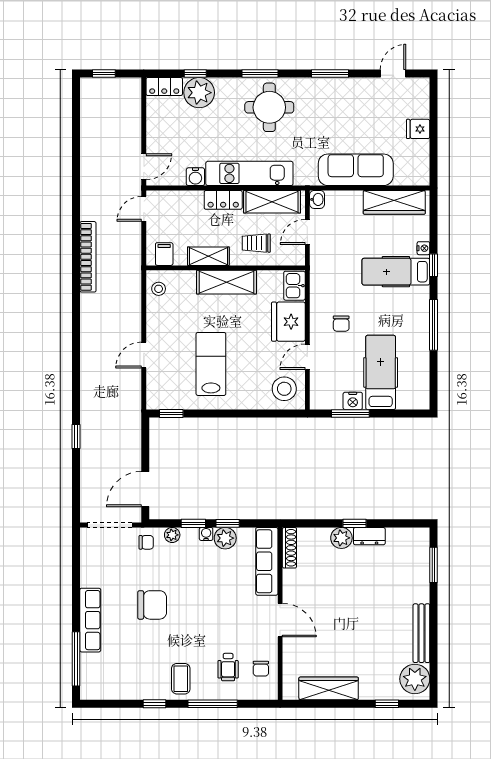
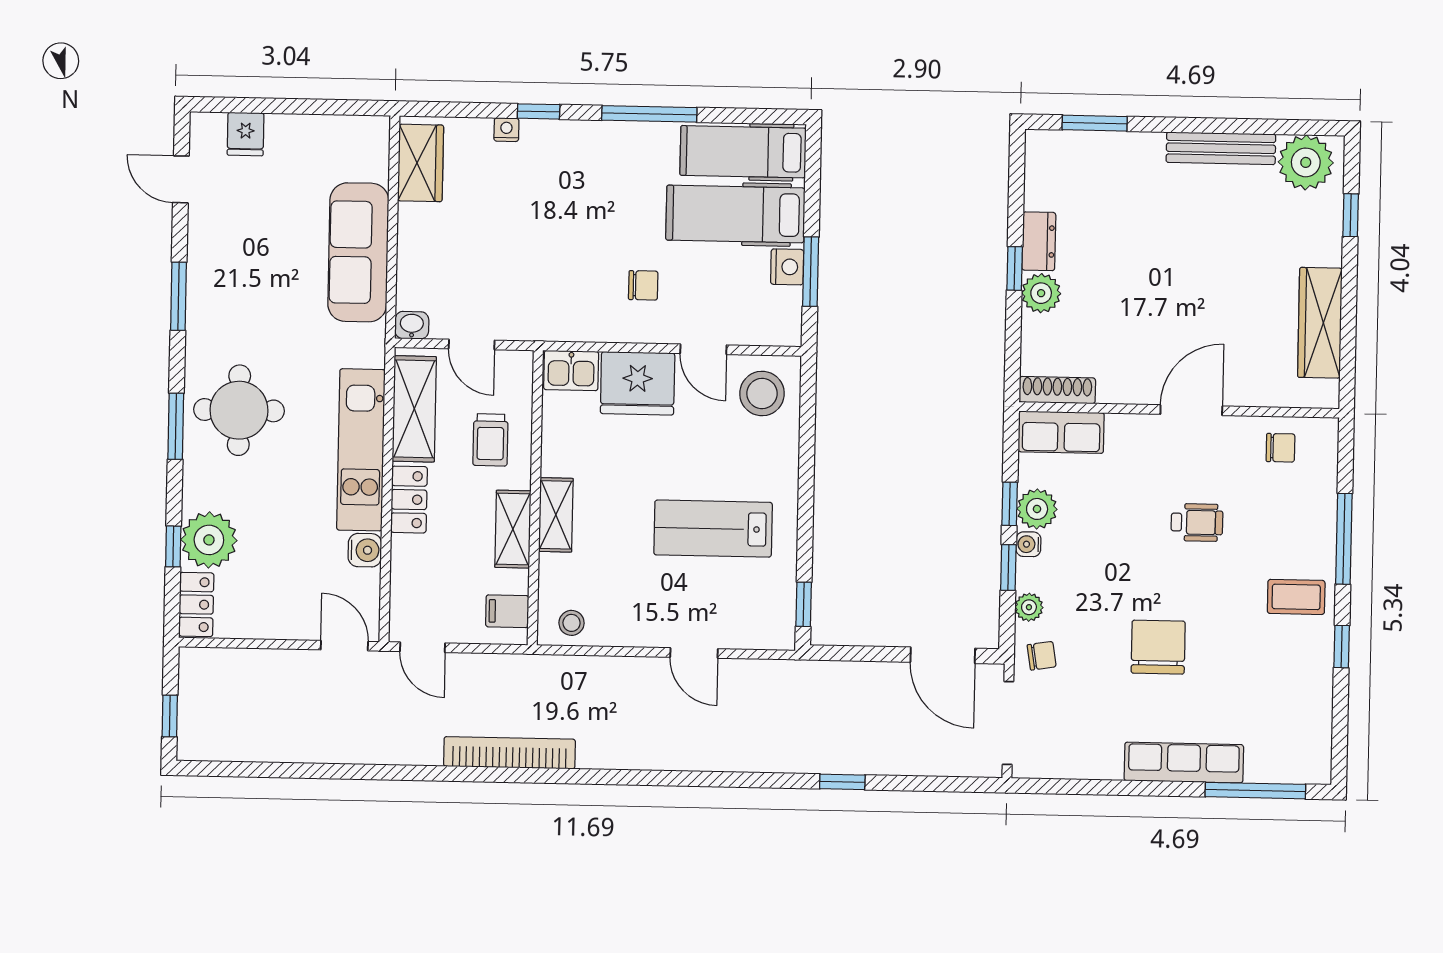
fridge: (418, 129) -> (246, 134), moved
wardrobe: (394, 202) -> (421, 163), width x0.67
hospital bed: (396, 272) -> (743, 152), moved, turned 90
shelving: (226, 282) -> (556, 515), width x0.67, depth x0.75
chair: (146, 542) -> (1042, 656), turned 81
row of seats: (267, 561) -> (1061, 432), width x0.68
wheelchair: (228, 667) -> (1197, 522), moved

